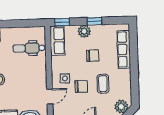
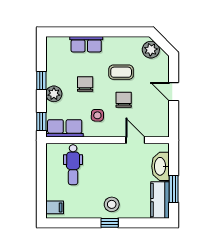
row of seats: (124, 49) -> (86, 44), width x0.68
side table: (65, 78) -> (97, 115), moved

